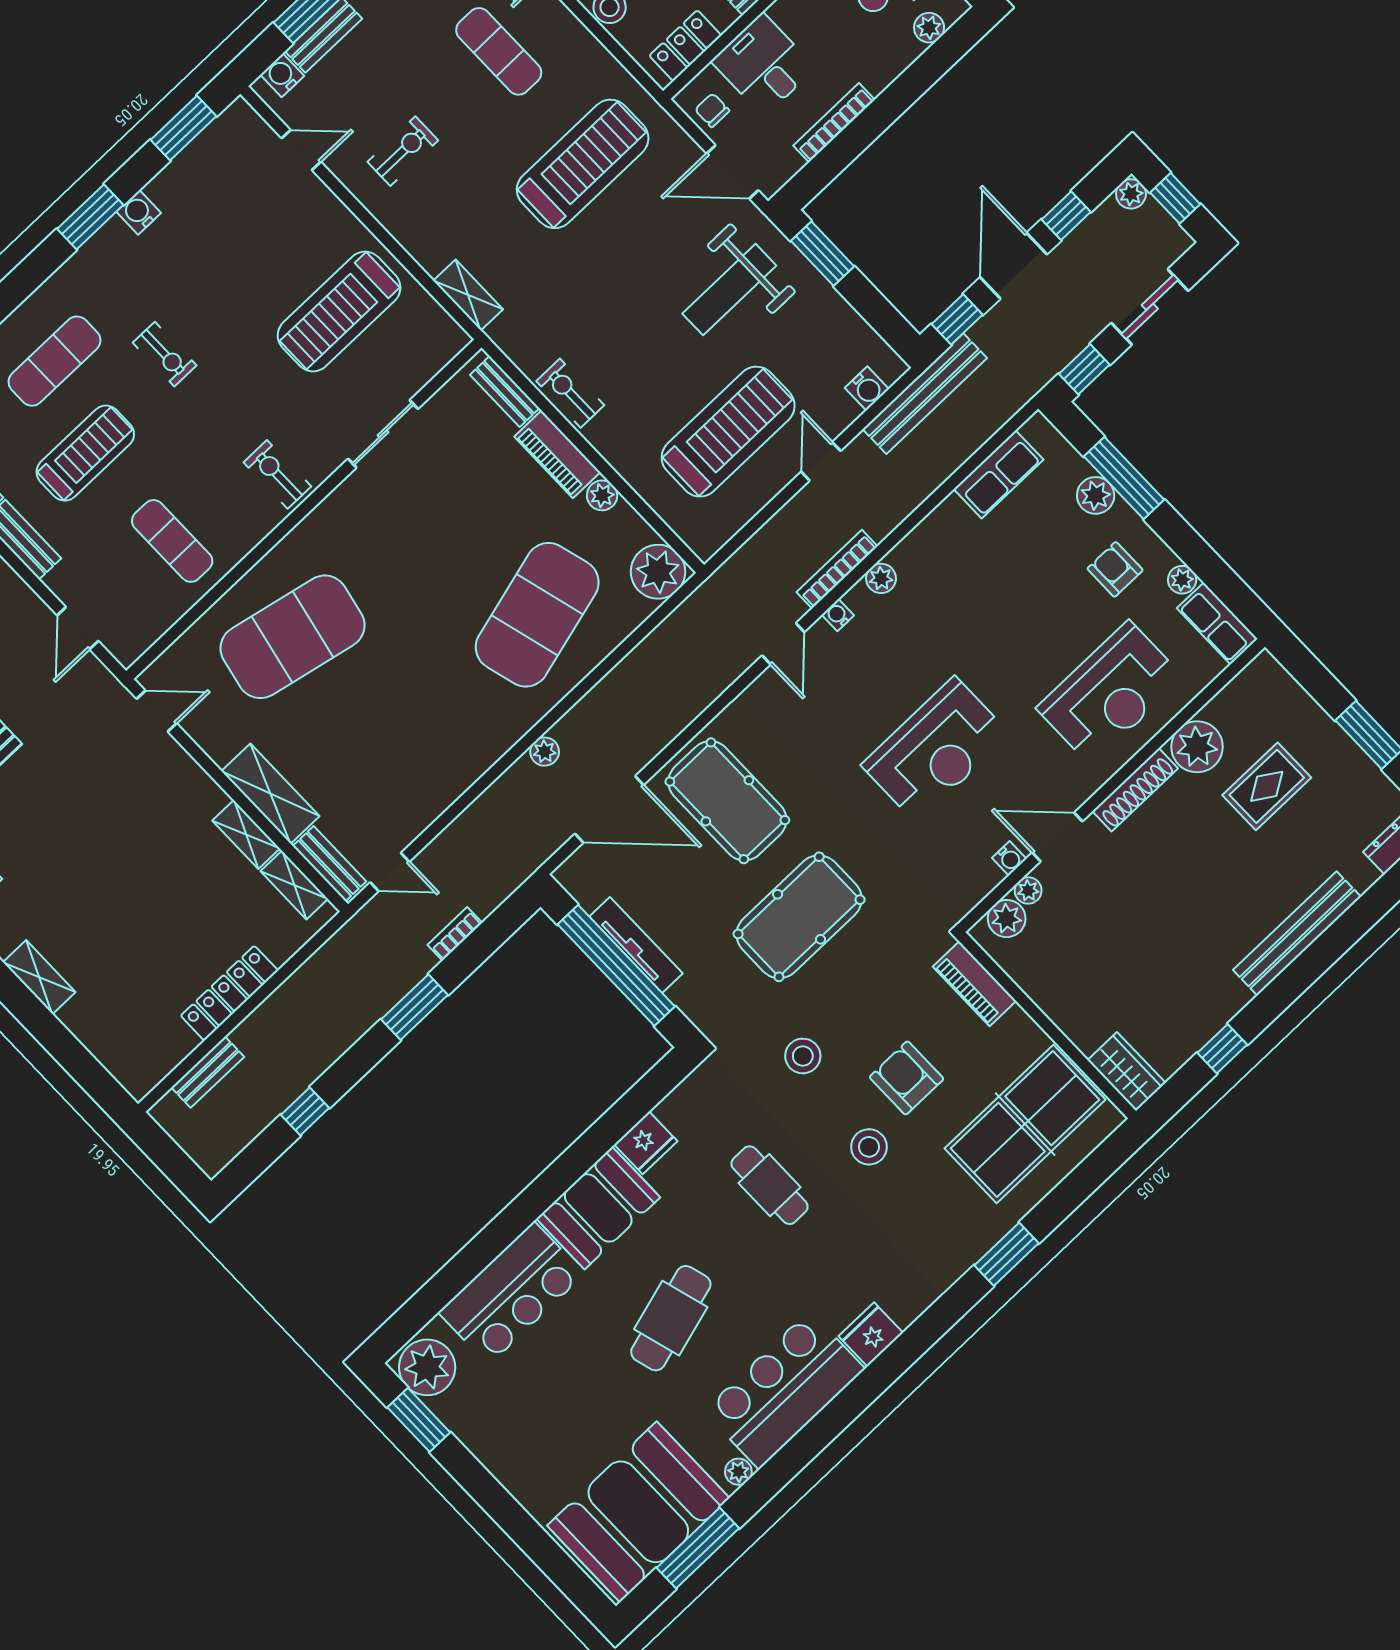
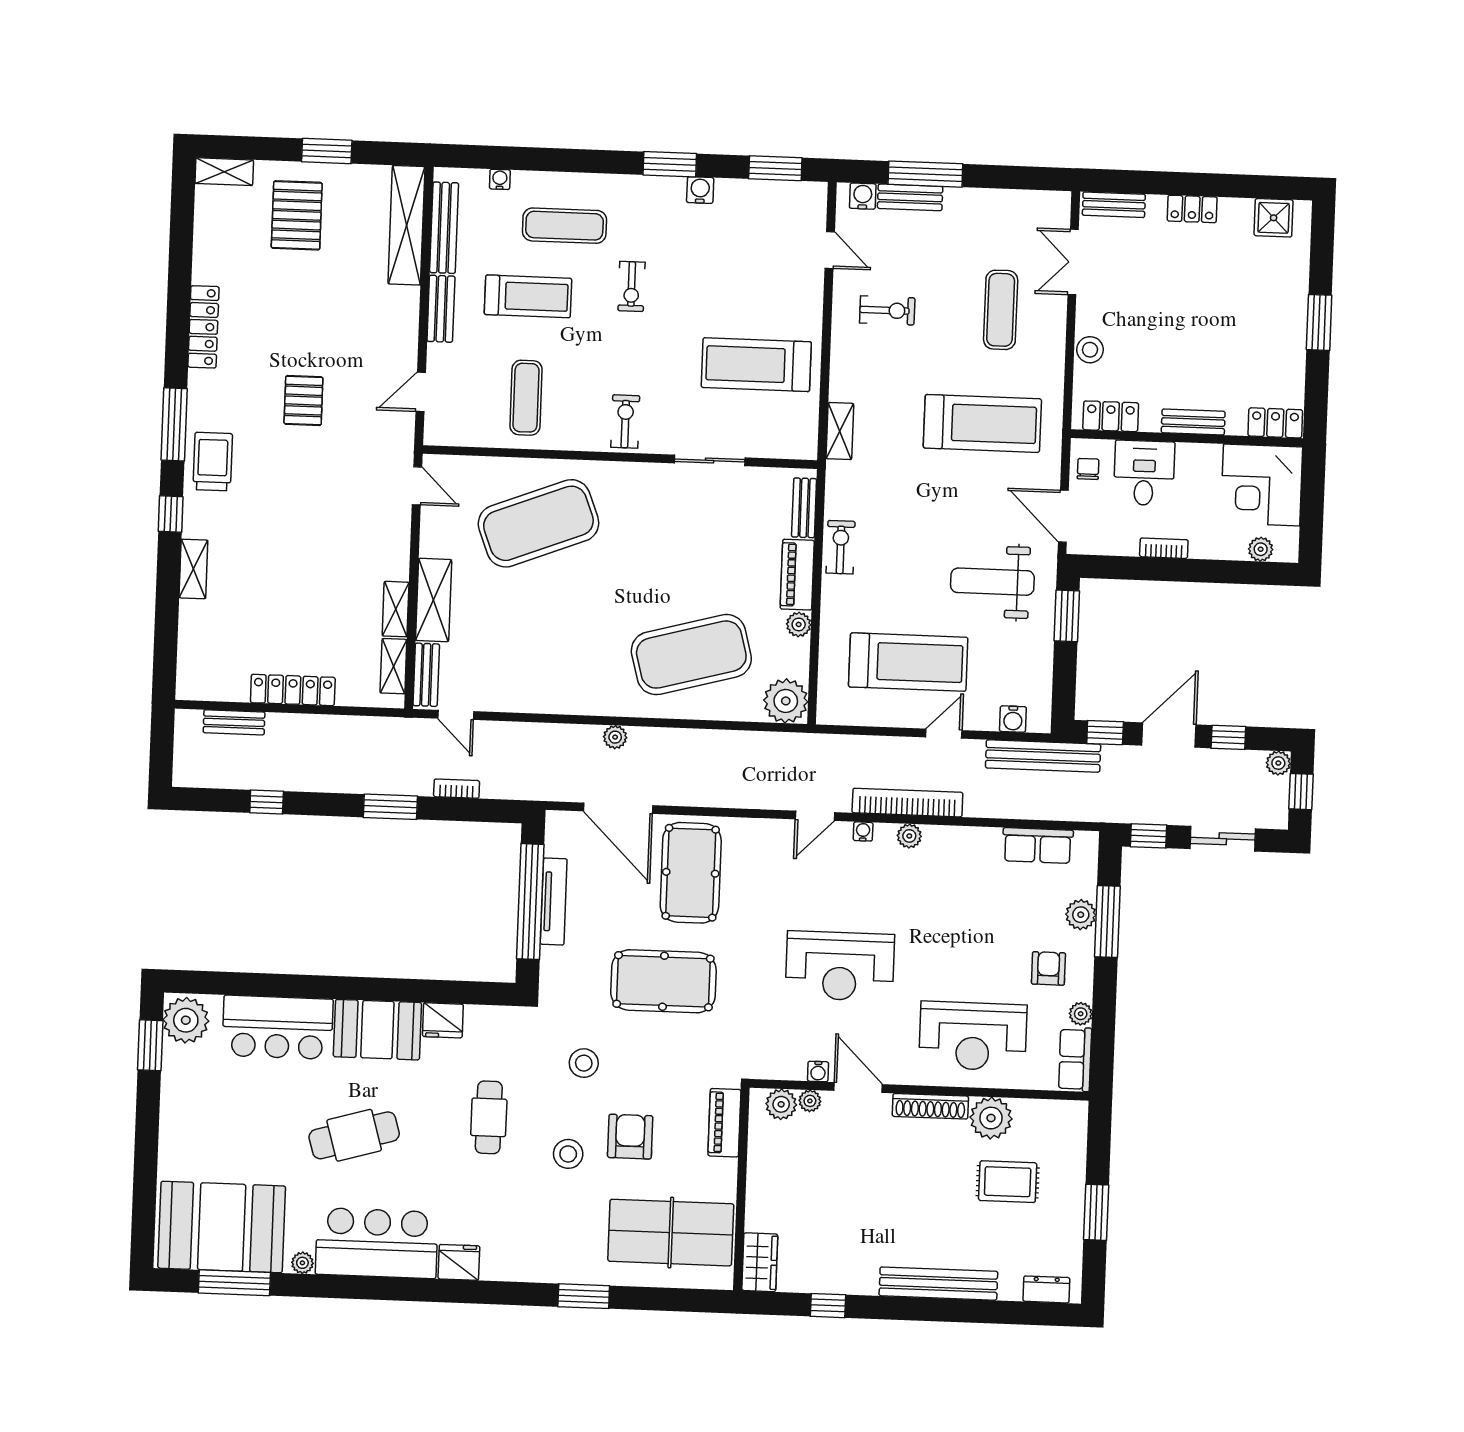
bookcase: (834, 123) -> (1164, 548), width x0.64
bookcase: (837, 569) -> (907, 803), width x1.48, depth x1.31
exercise mat: (293, 637) -> (538, 523), turned -33

